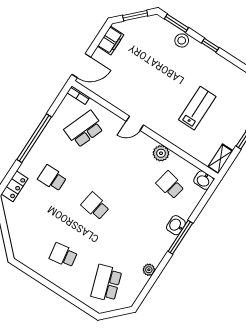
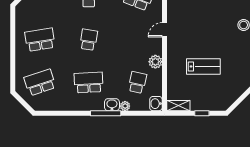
door: (135, 123) -> (164, 30), hinge flipped
school desk: (138, 234) -> (89, 82), added
school desk: (63, 255) -> (40, 40), width x1.85
plant: (149, 270) -> (125, 106), moved

